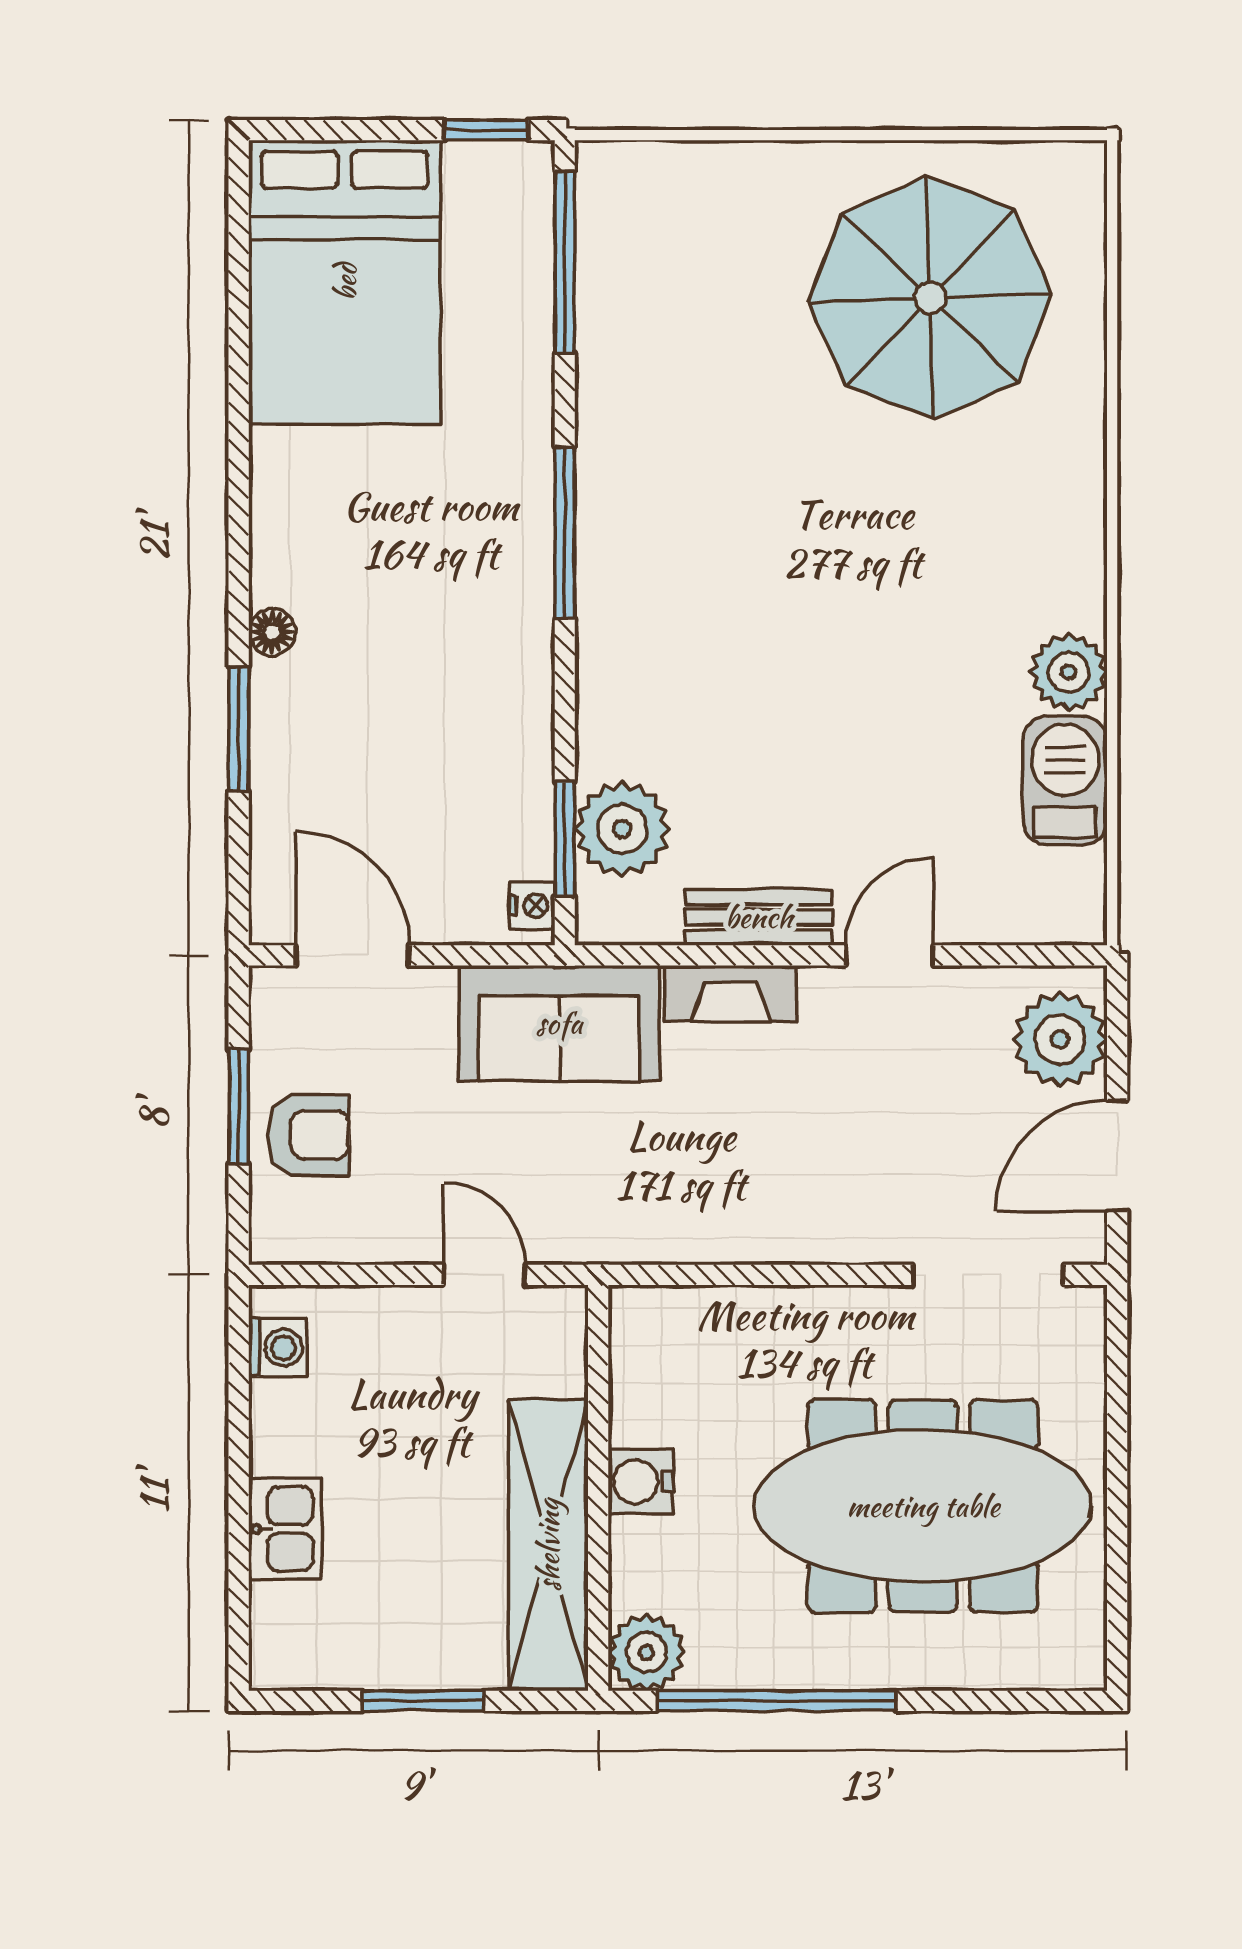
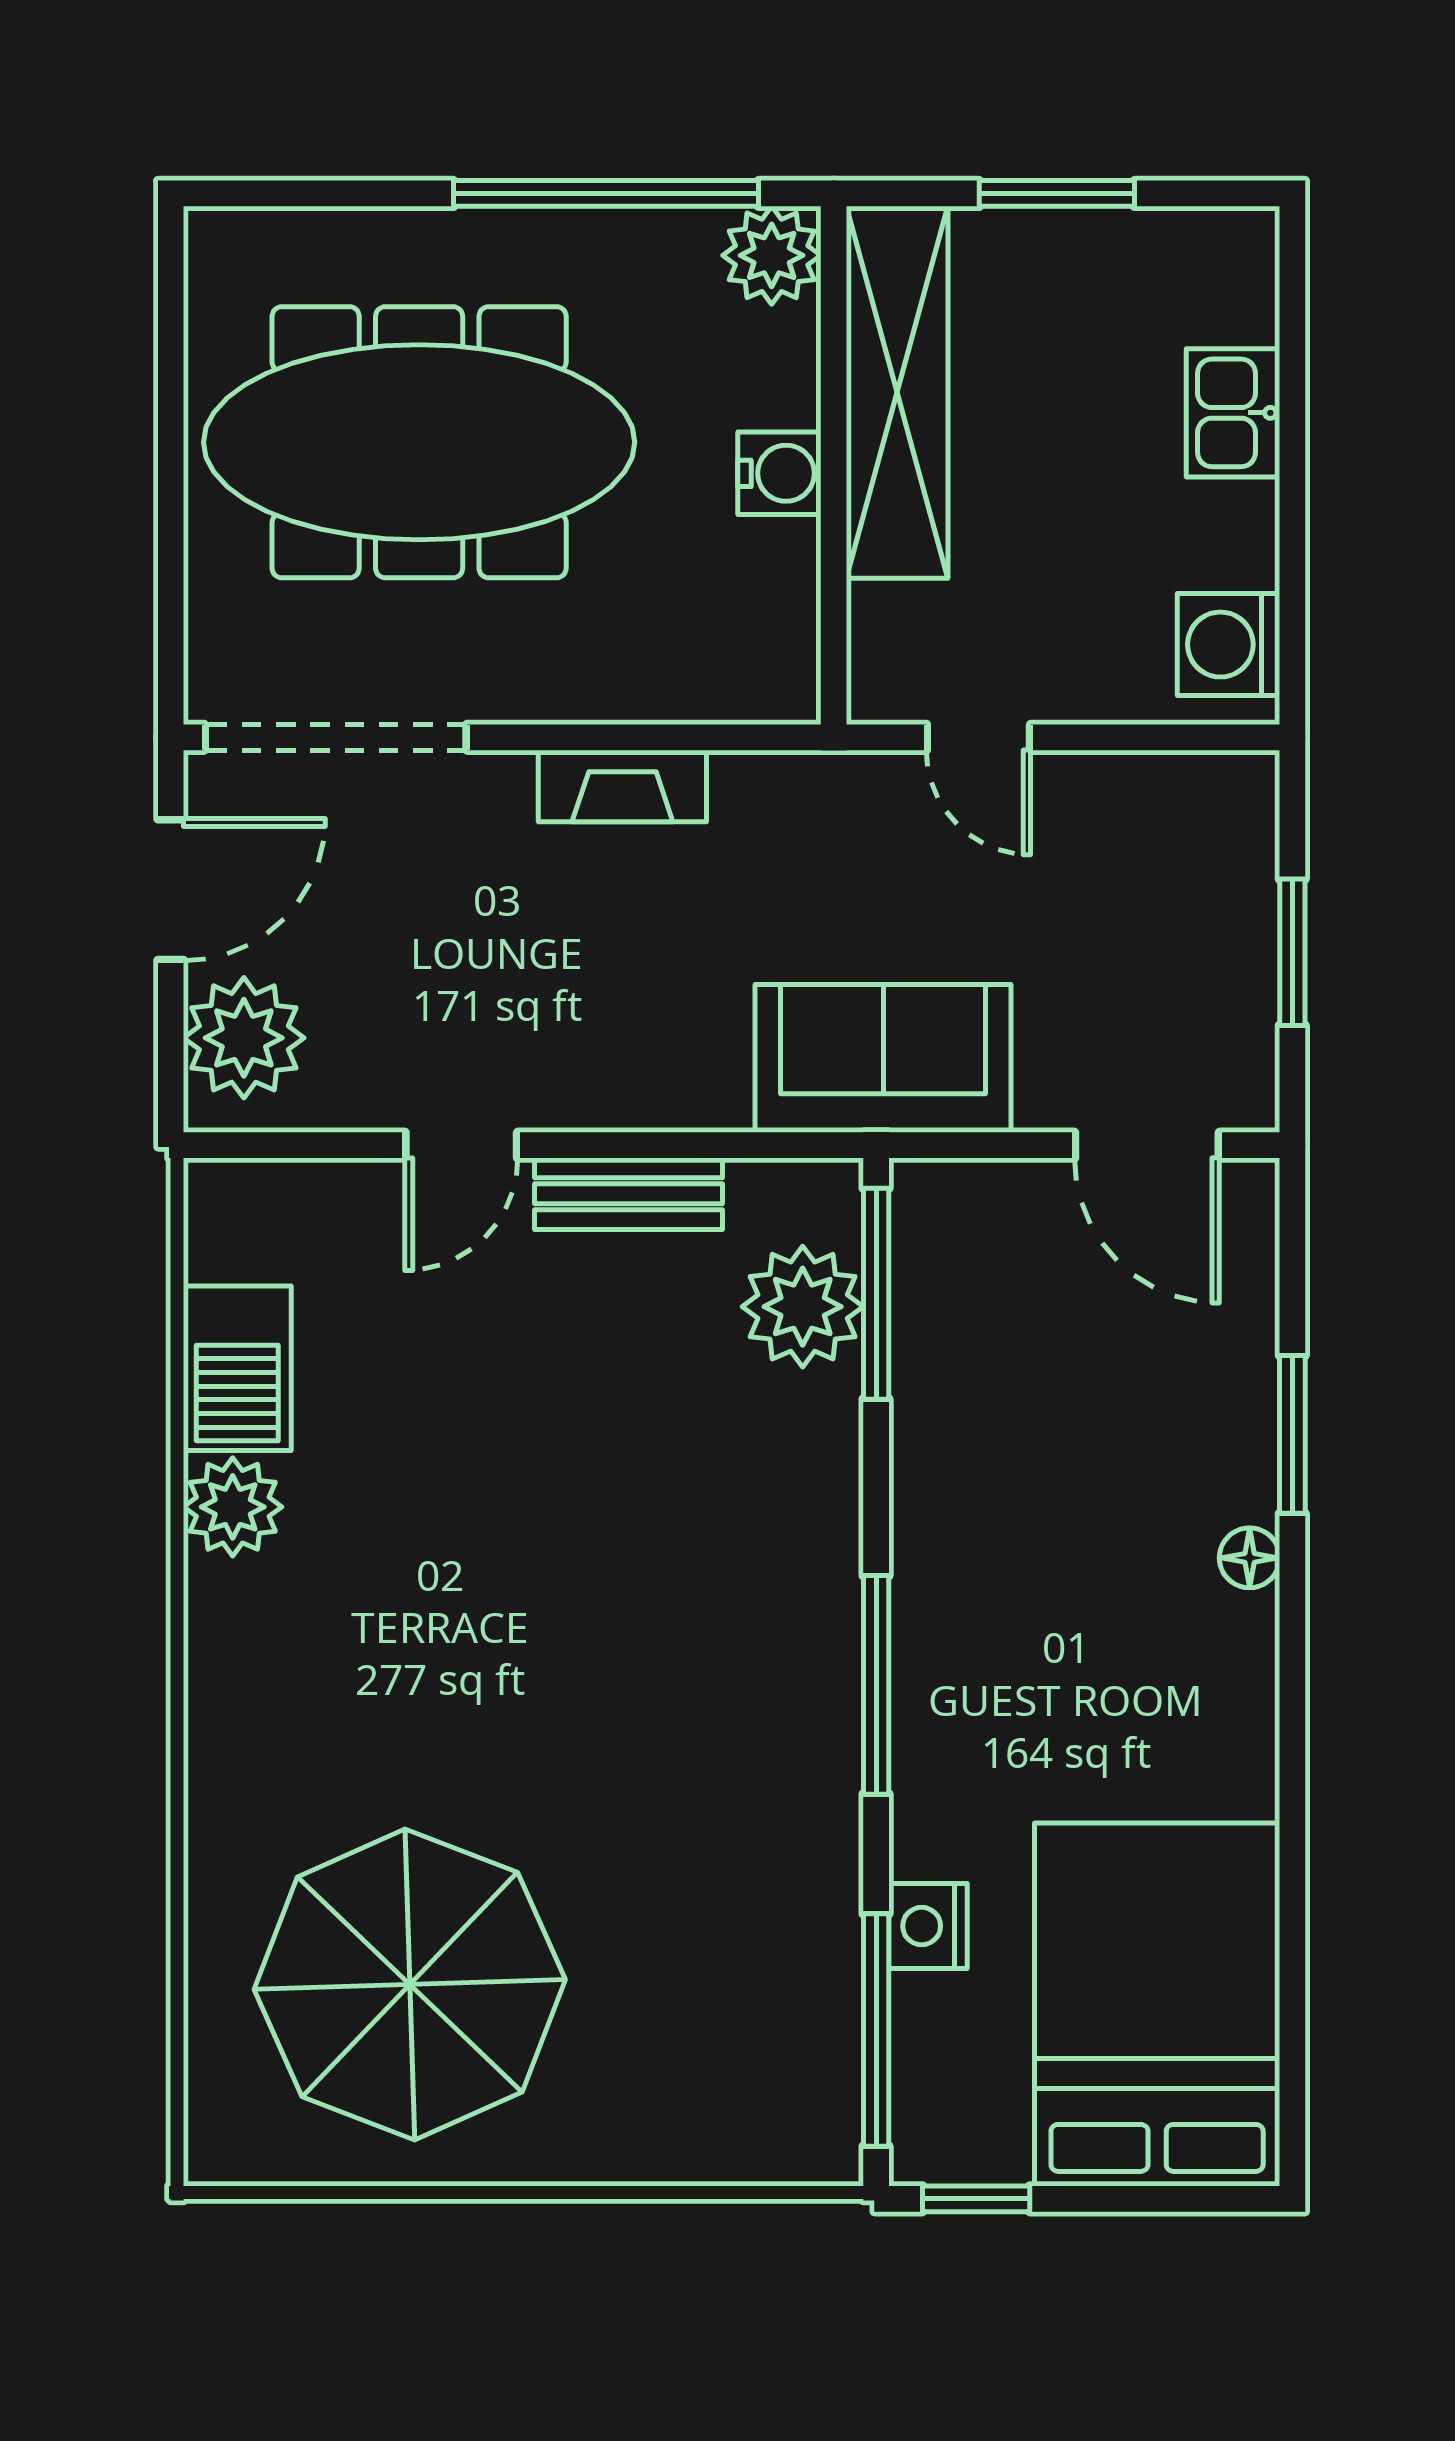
window: (565, 839) -> (876, 1294), width x1.44
nightstand: (532, 906) -> (928, 1926), moved, width x1.39, depth x1.35
fireplace: (731, 993) -> (622, 786), moved, turned 180
armchair: (308, 1135) -> (1203, 916), removed
doorway: (988, 1275) -> (336, 737), width x1.36
washing machine: (278, 1347) -> (1229, 645), width x1.38, depth x1.38

